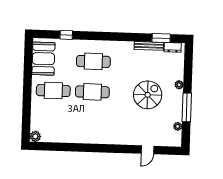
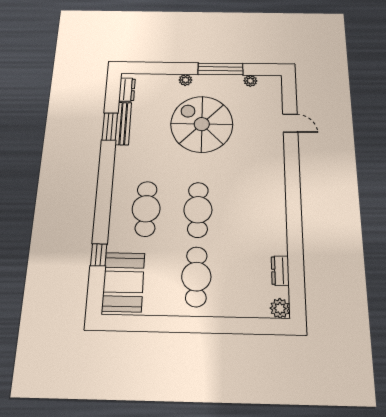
window: (161, 38) -> (110, 127), moved
booth: (43, 59) -> (123, 282), moved, turned 90
spiral stairs: (148, 95) -> (202, 124), width x1.37, depth x1.37
dresser: (56, 138) -> (280, 271), added

